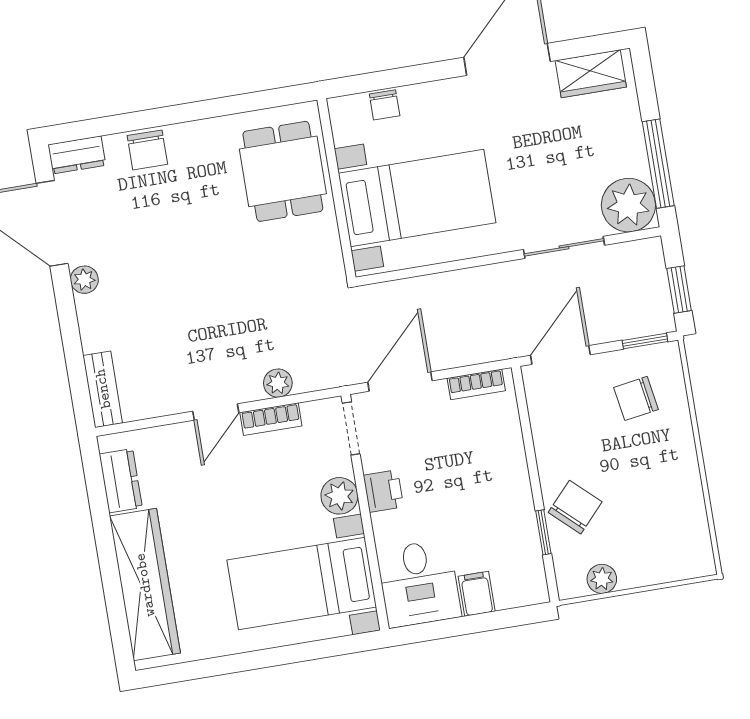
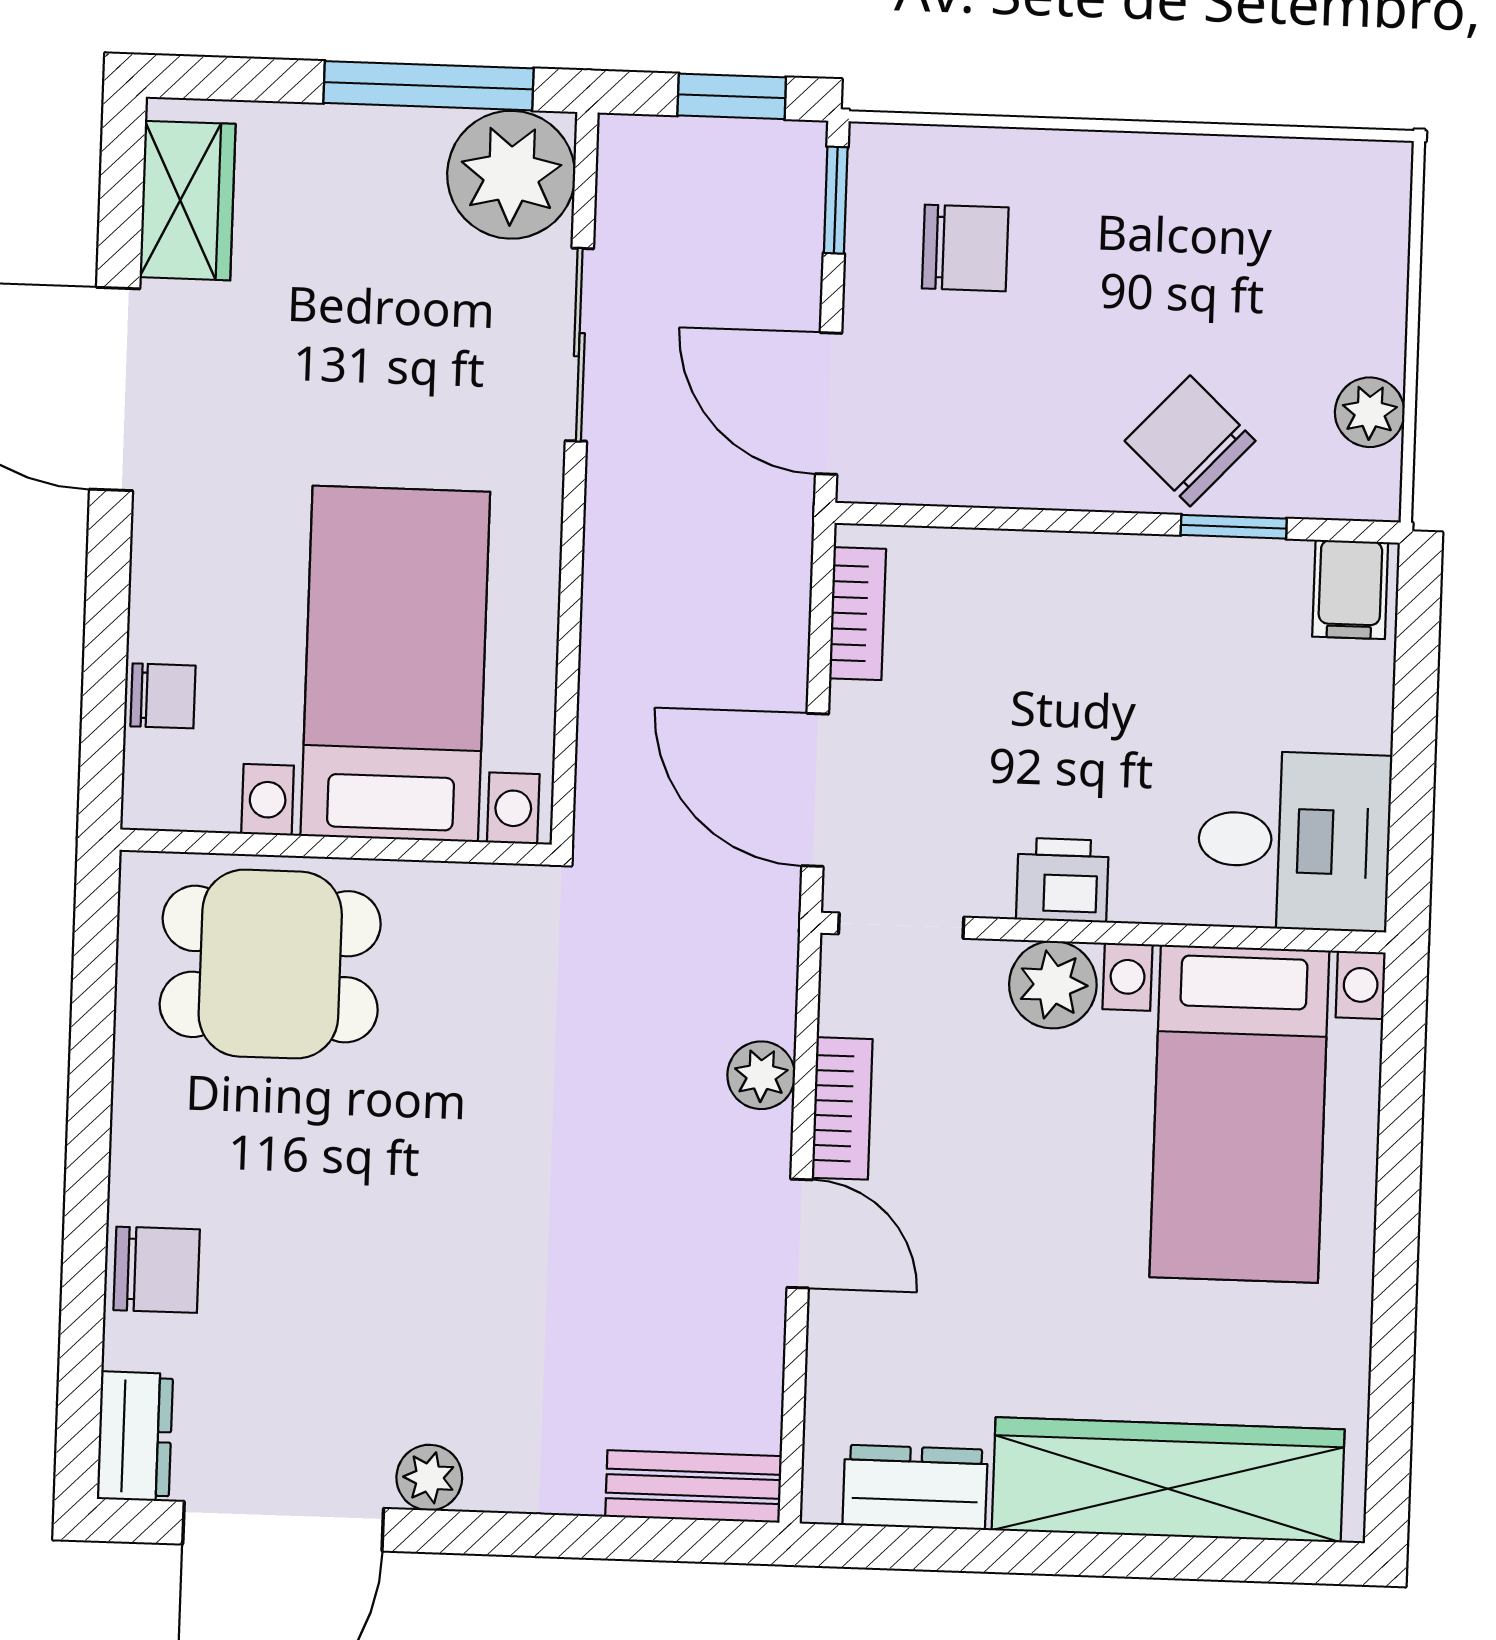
chair: (636, 398) -> (965, 248), turned -81
filing cabinet: (477, 594) -> (1350, 589), moved, turned -90

